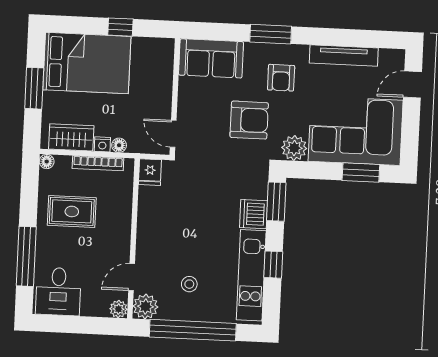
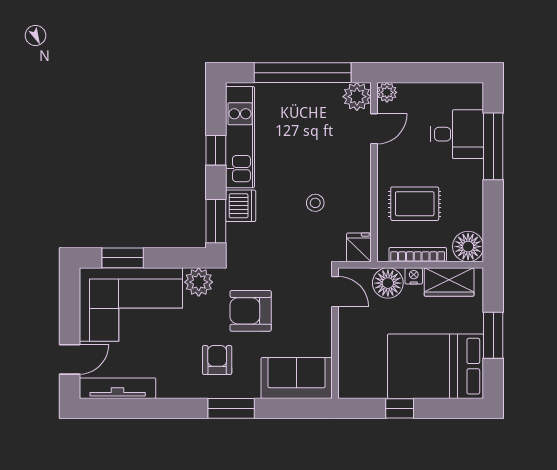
tv unit: (344, 56) -> (118, 388), moved
floor lamp: (119, 145) -> (388, 283), width x1.89, depth x1.89
floor lamp: (47, 162) -> (468, 247), width x1.89, depth x1.89
rug: (72, 211) -> (415, 204), moved
stool: (189, 284) -> (315, 203), moved
desk: (58, 291) -> (457, 134), moved, turned 90

